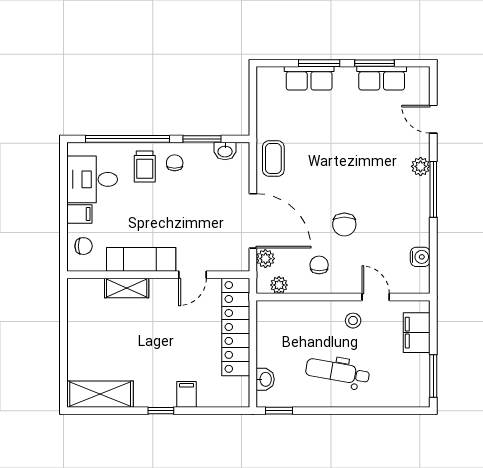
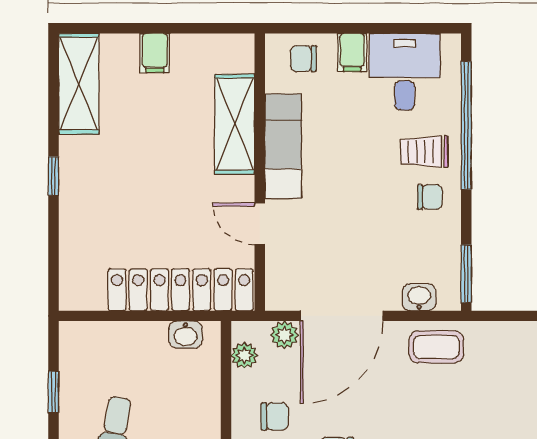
window: (202, 139) -> (466, 274), moved
washbasin: (225, 151) -> (419, 297), moved, turned 90
chair: (84, 246) -> (303, 59), turned 90
shelving: (127, 288) -> (235, 124), width x1.50, depth x1.33
washbasin: (265, 379) -> (185, 335), moved
filing cabinet: (187, 394) -> (155, 53), moved, turned 90
window: (279, 411) -> (53, 392), moved

